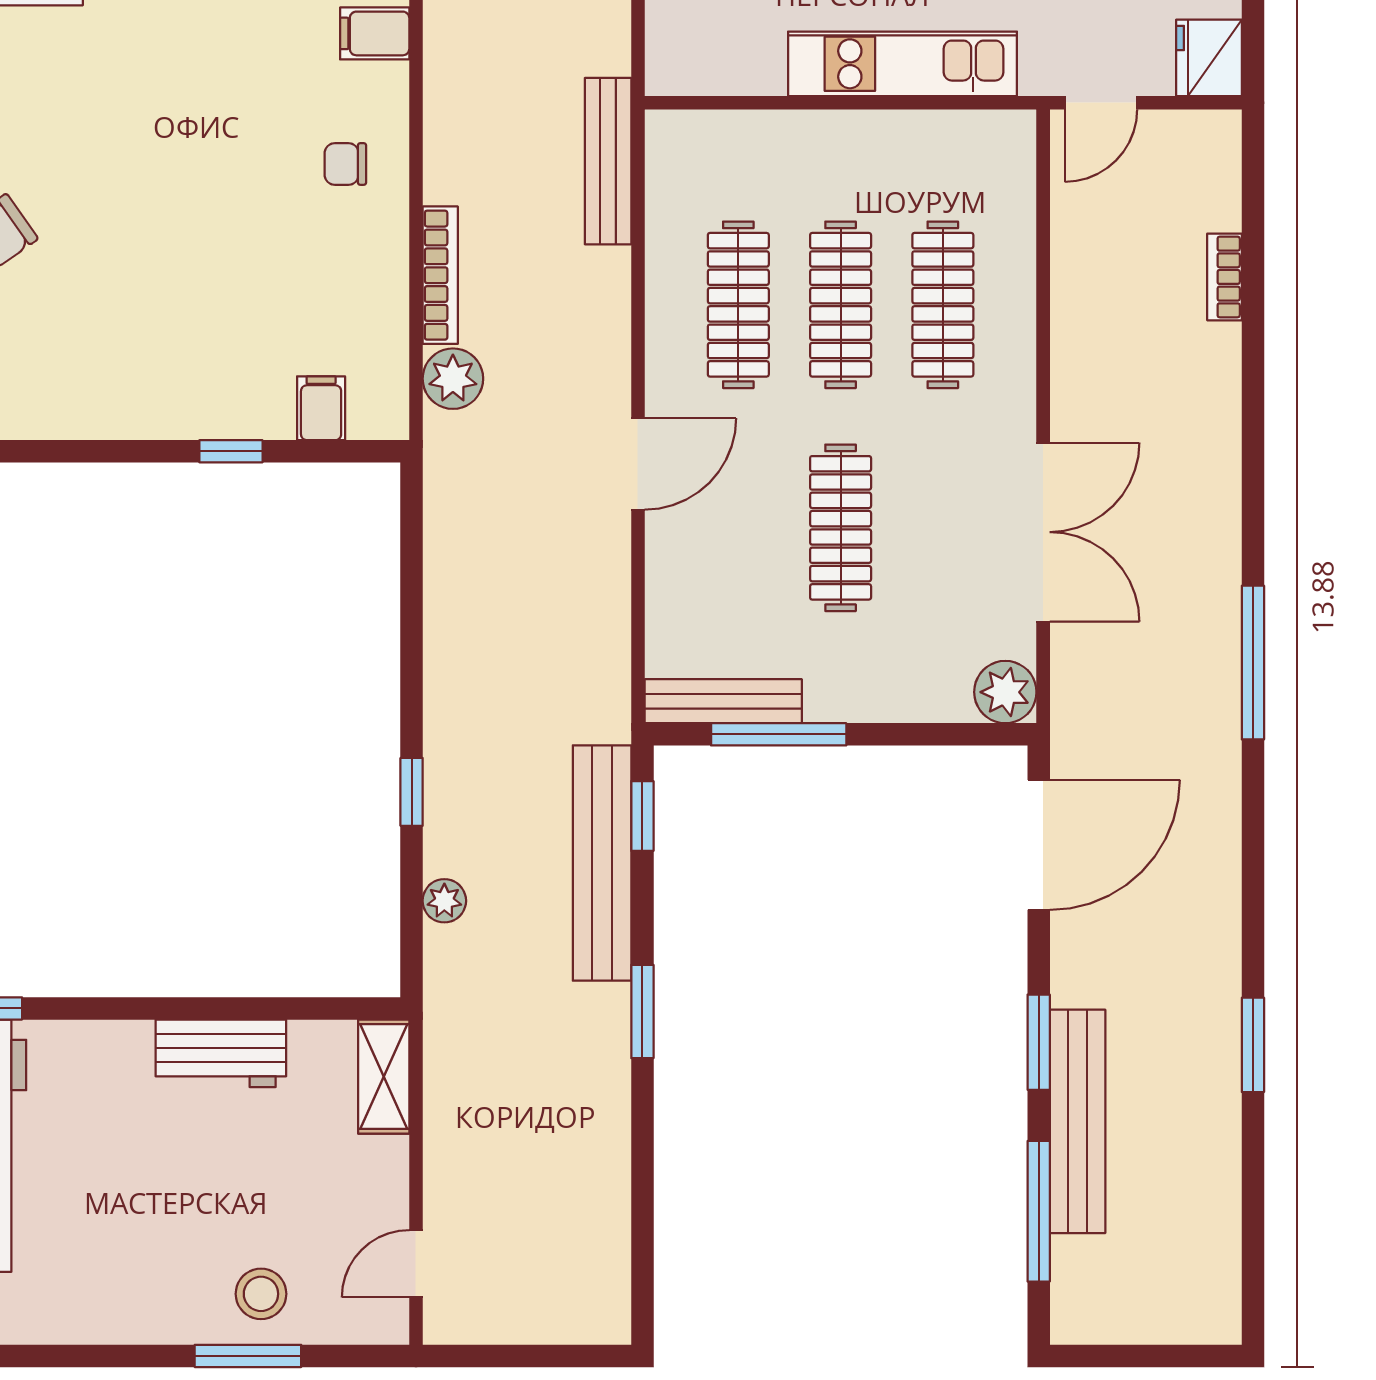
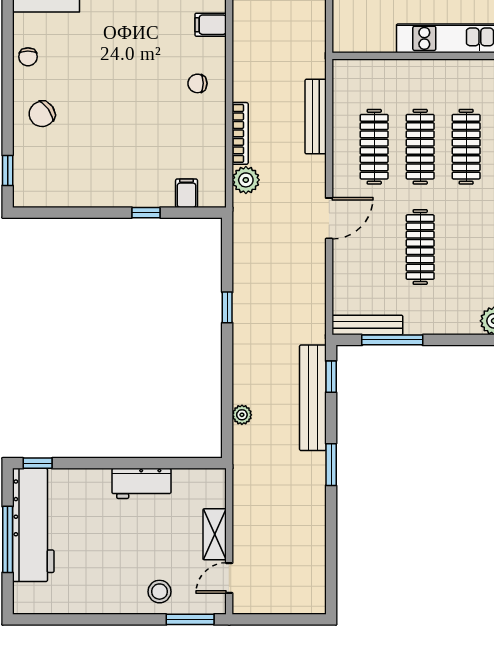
bench: (608, 161) -> (316, 117), moved
window: (412, 792) -> (227, 307), moved
shelving: (384, 1077) -> (215, 534), moved
window: (248, 1356) -> (190, 619), moved

